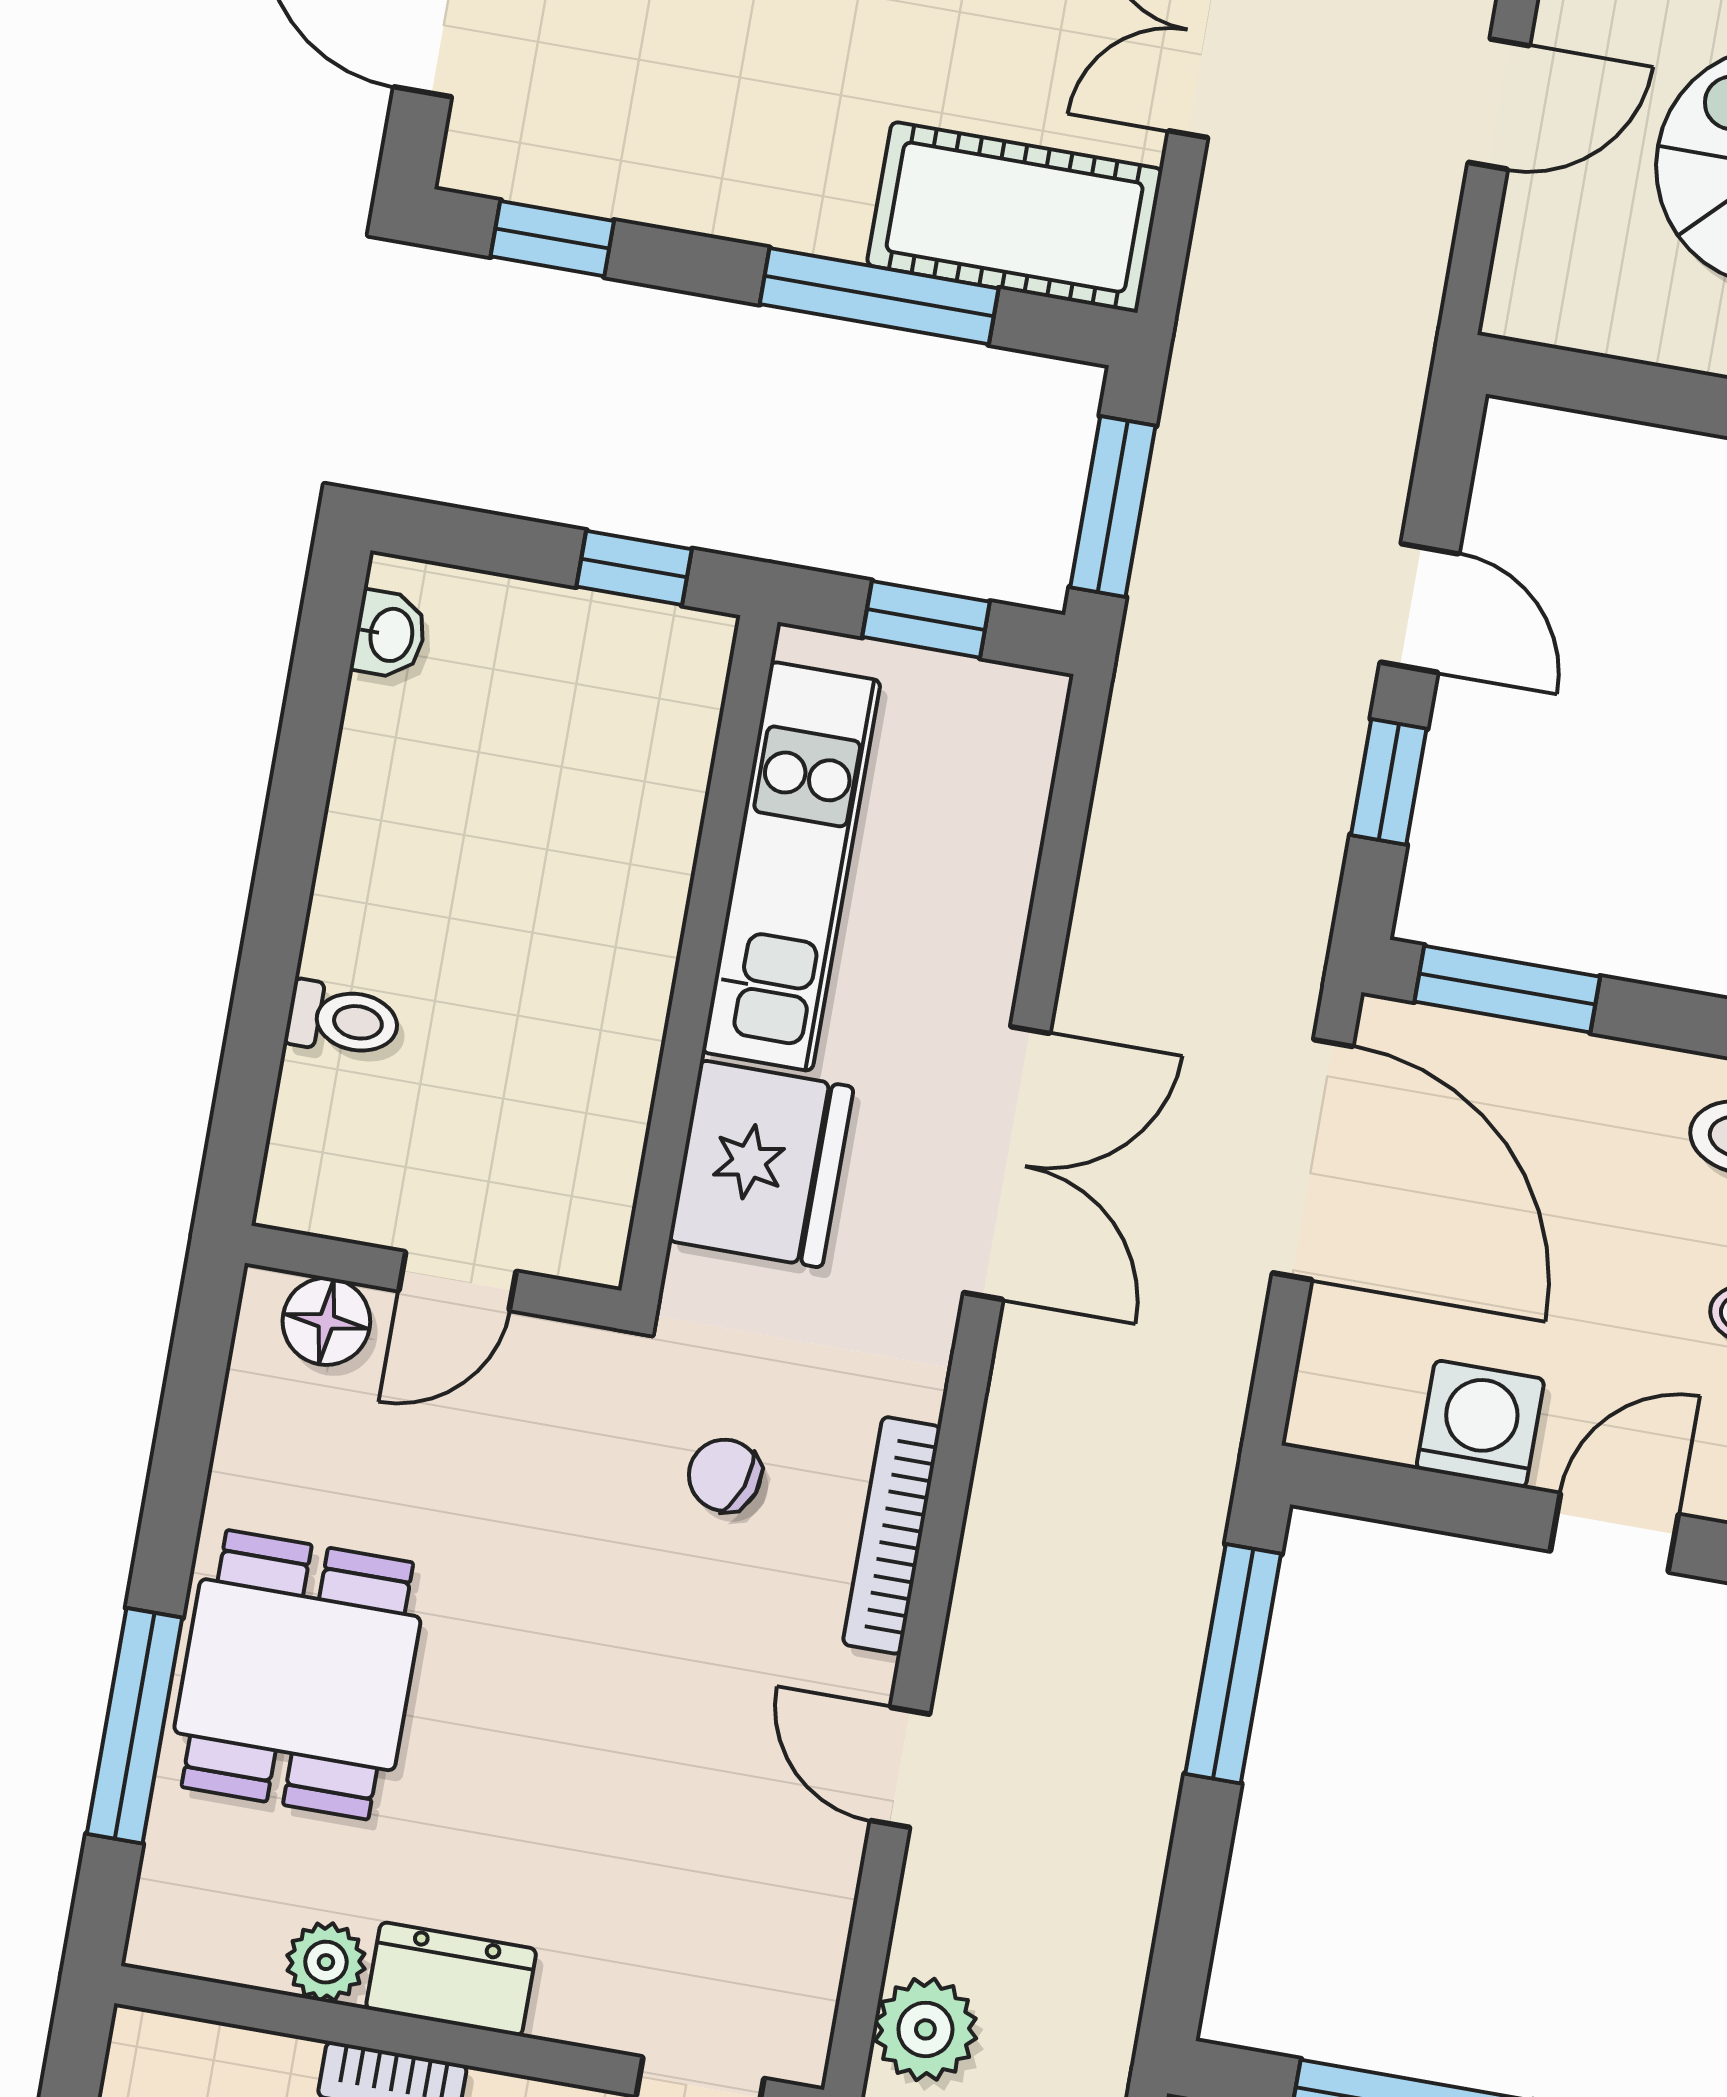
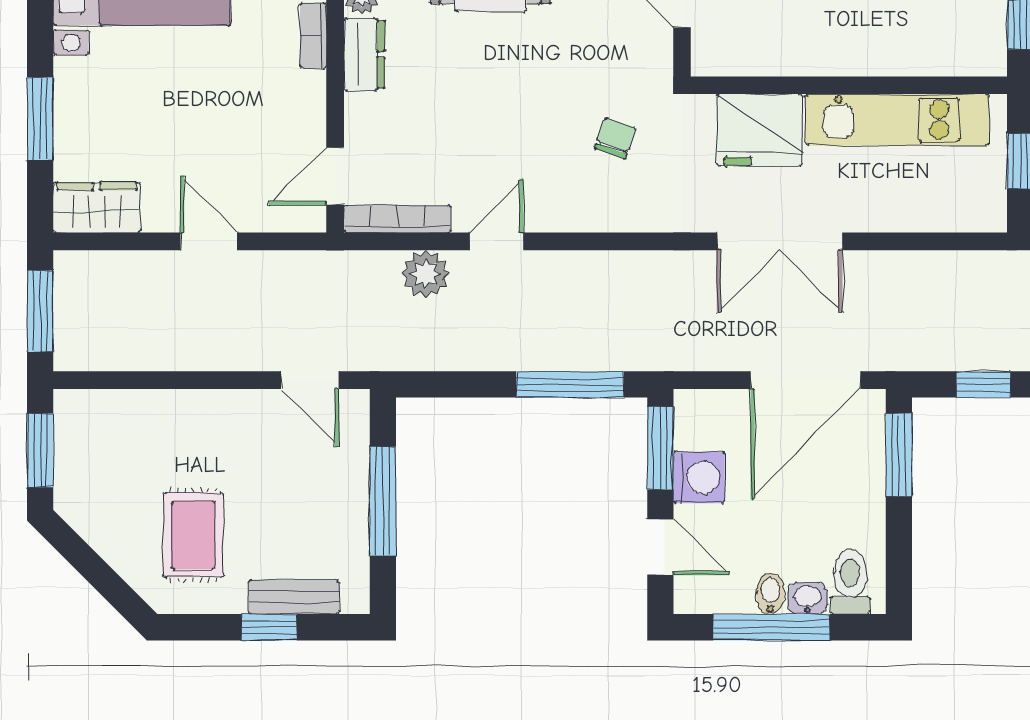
window: (1403, 1496) -> (660, 448), added
bookcase: (892, 1535) -> (397, 219), moved
plant: (925, 2029) -> (425, 274), moved

